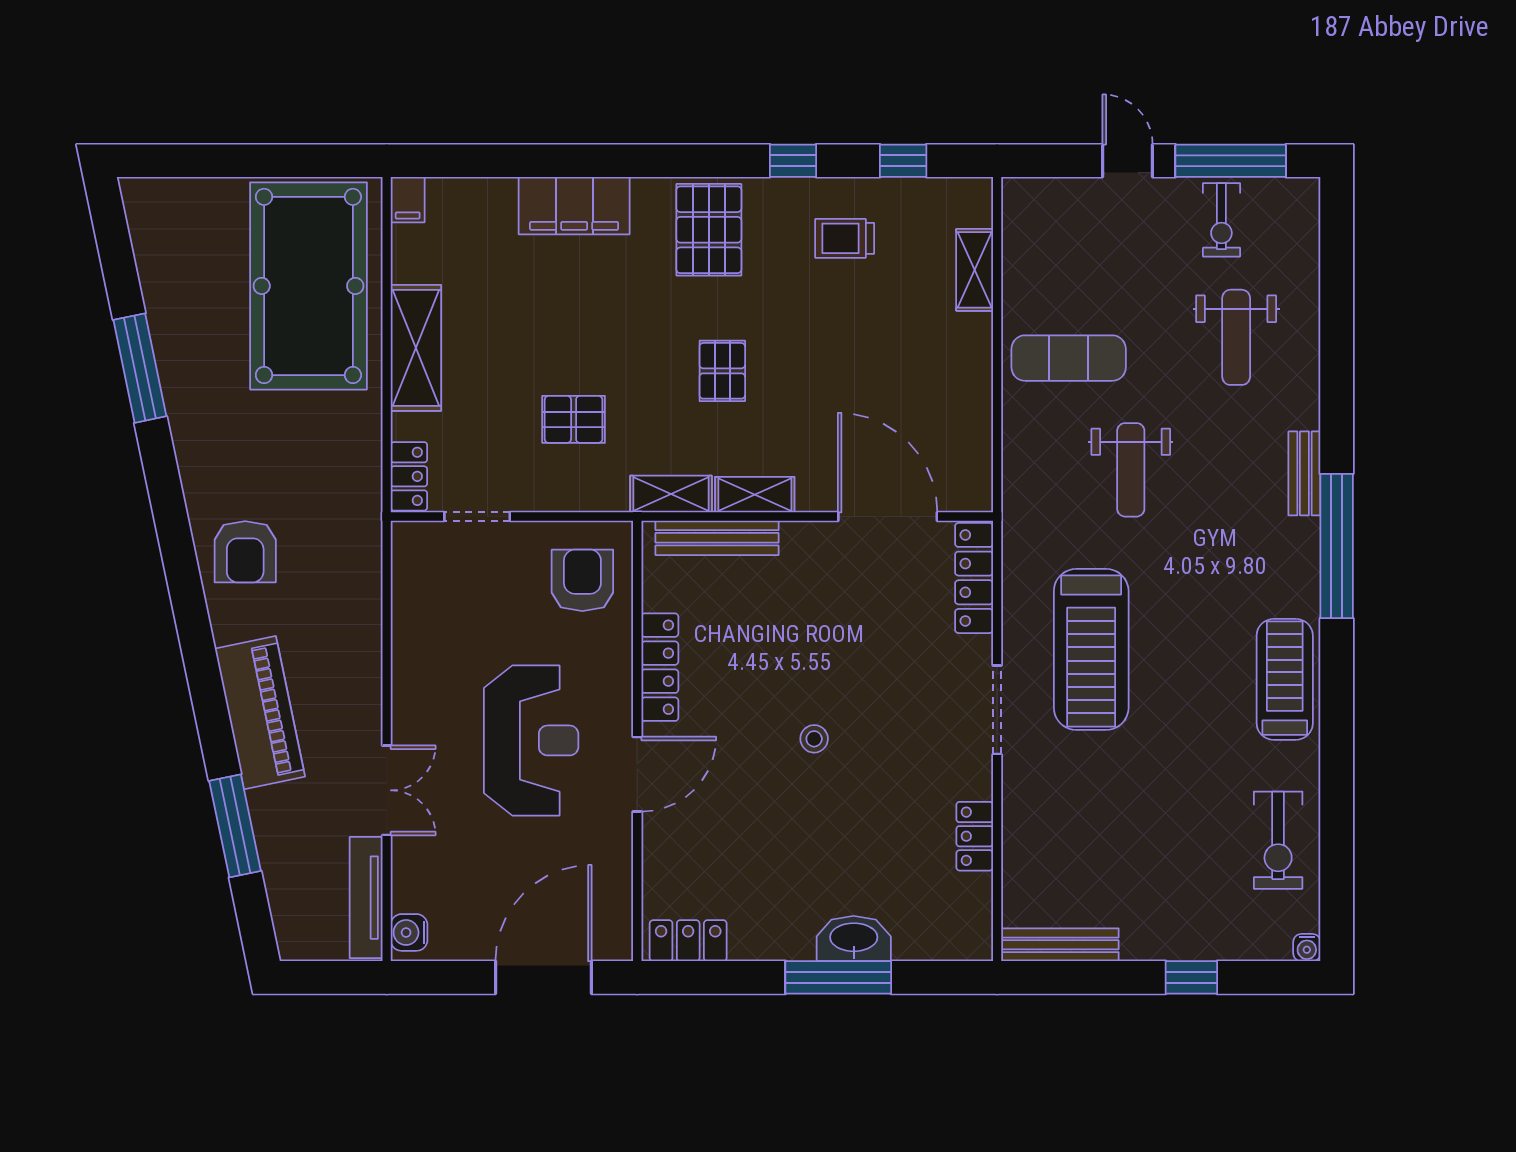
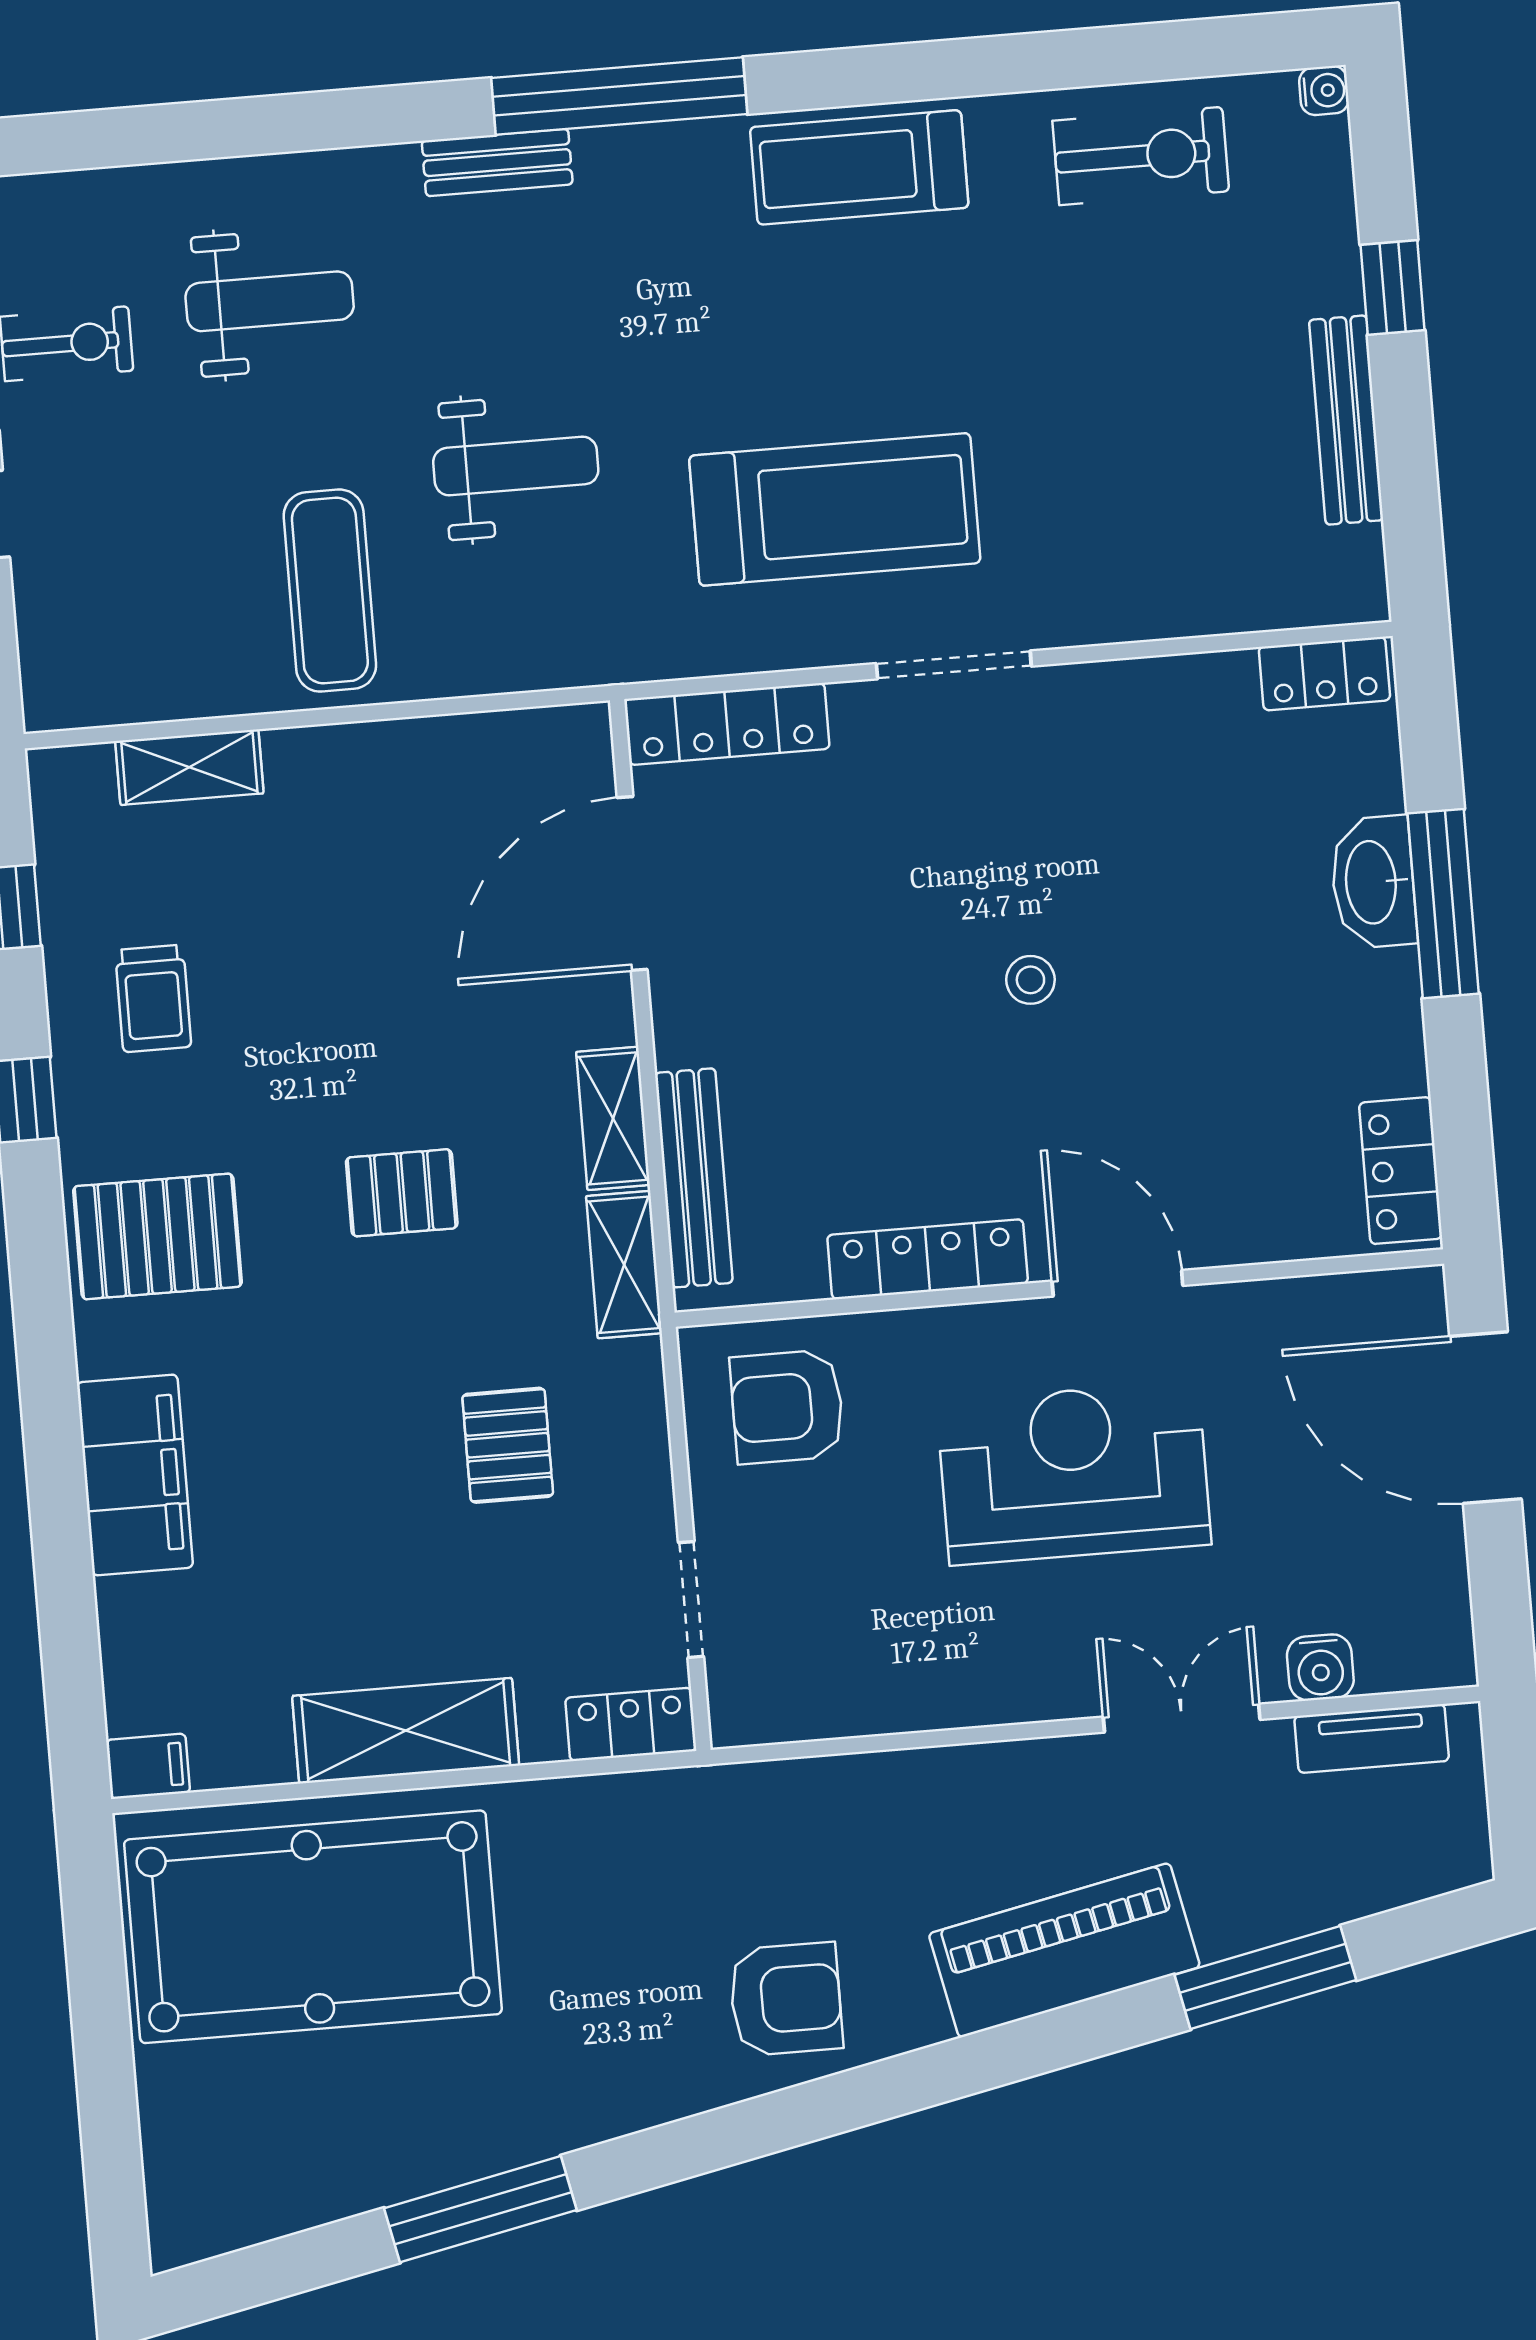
locker: (975, 836) -> (1324, 674), moved
tv unit: (366, 898) -> (1372, 1739), width x0.71
water cooler: (409, 932) -> (1320, 1667), moved
bench: (1060, 945) -> (1346, 420), moved

